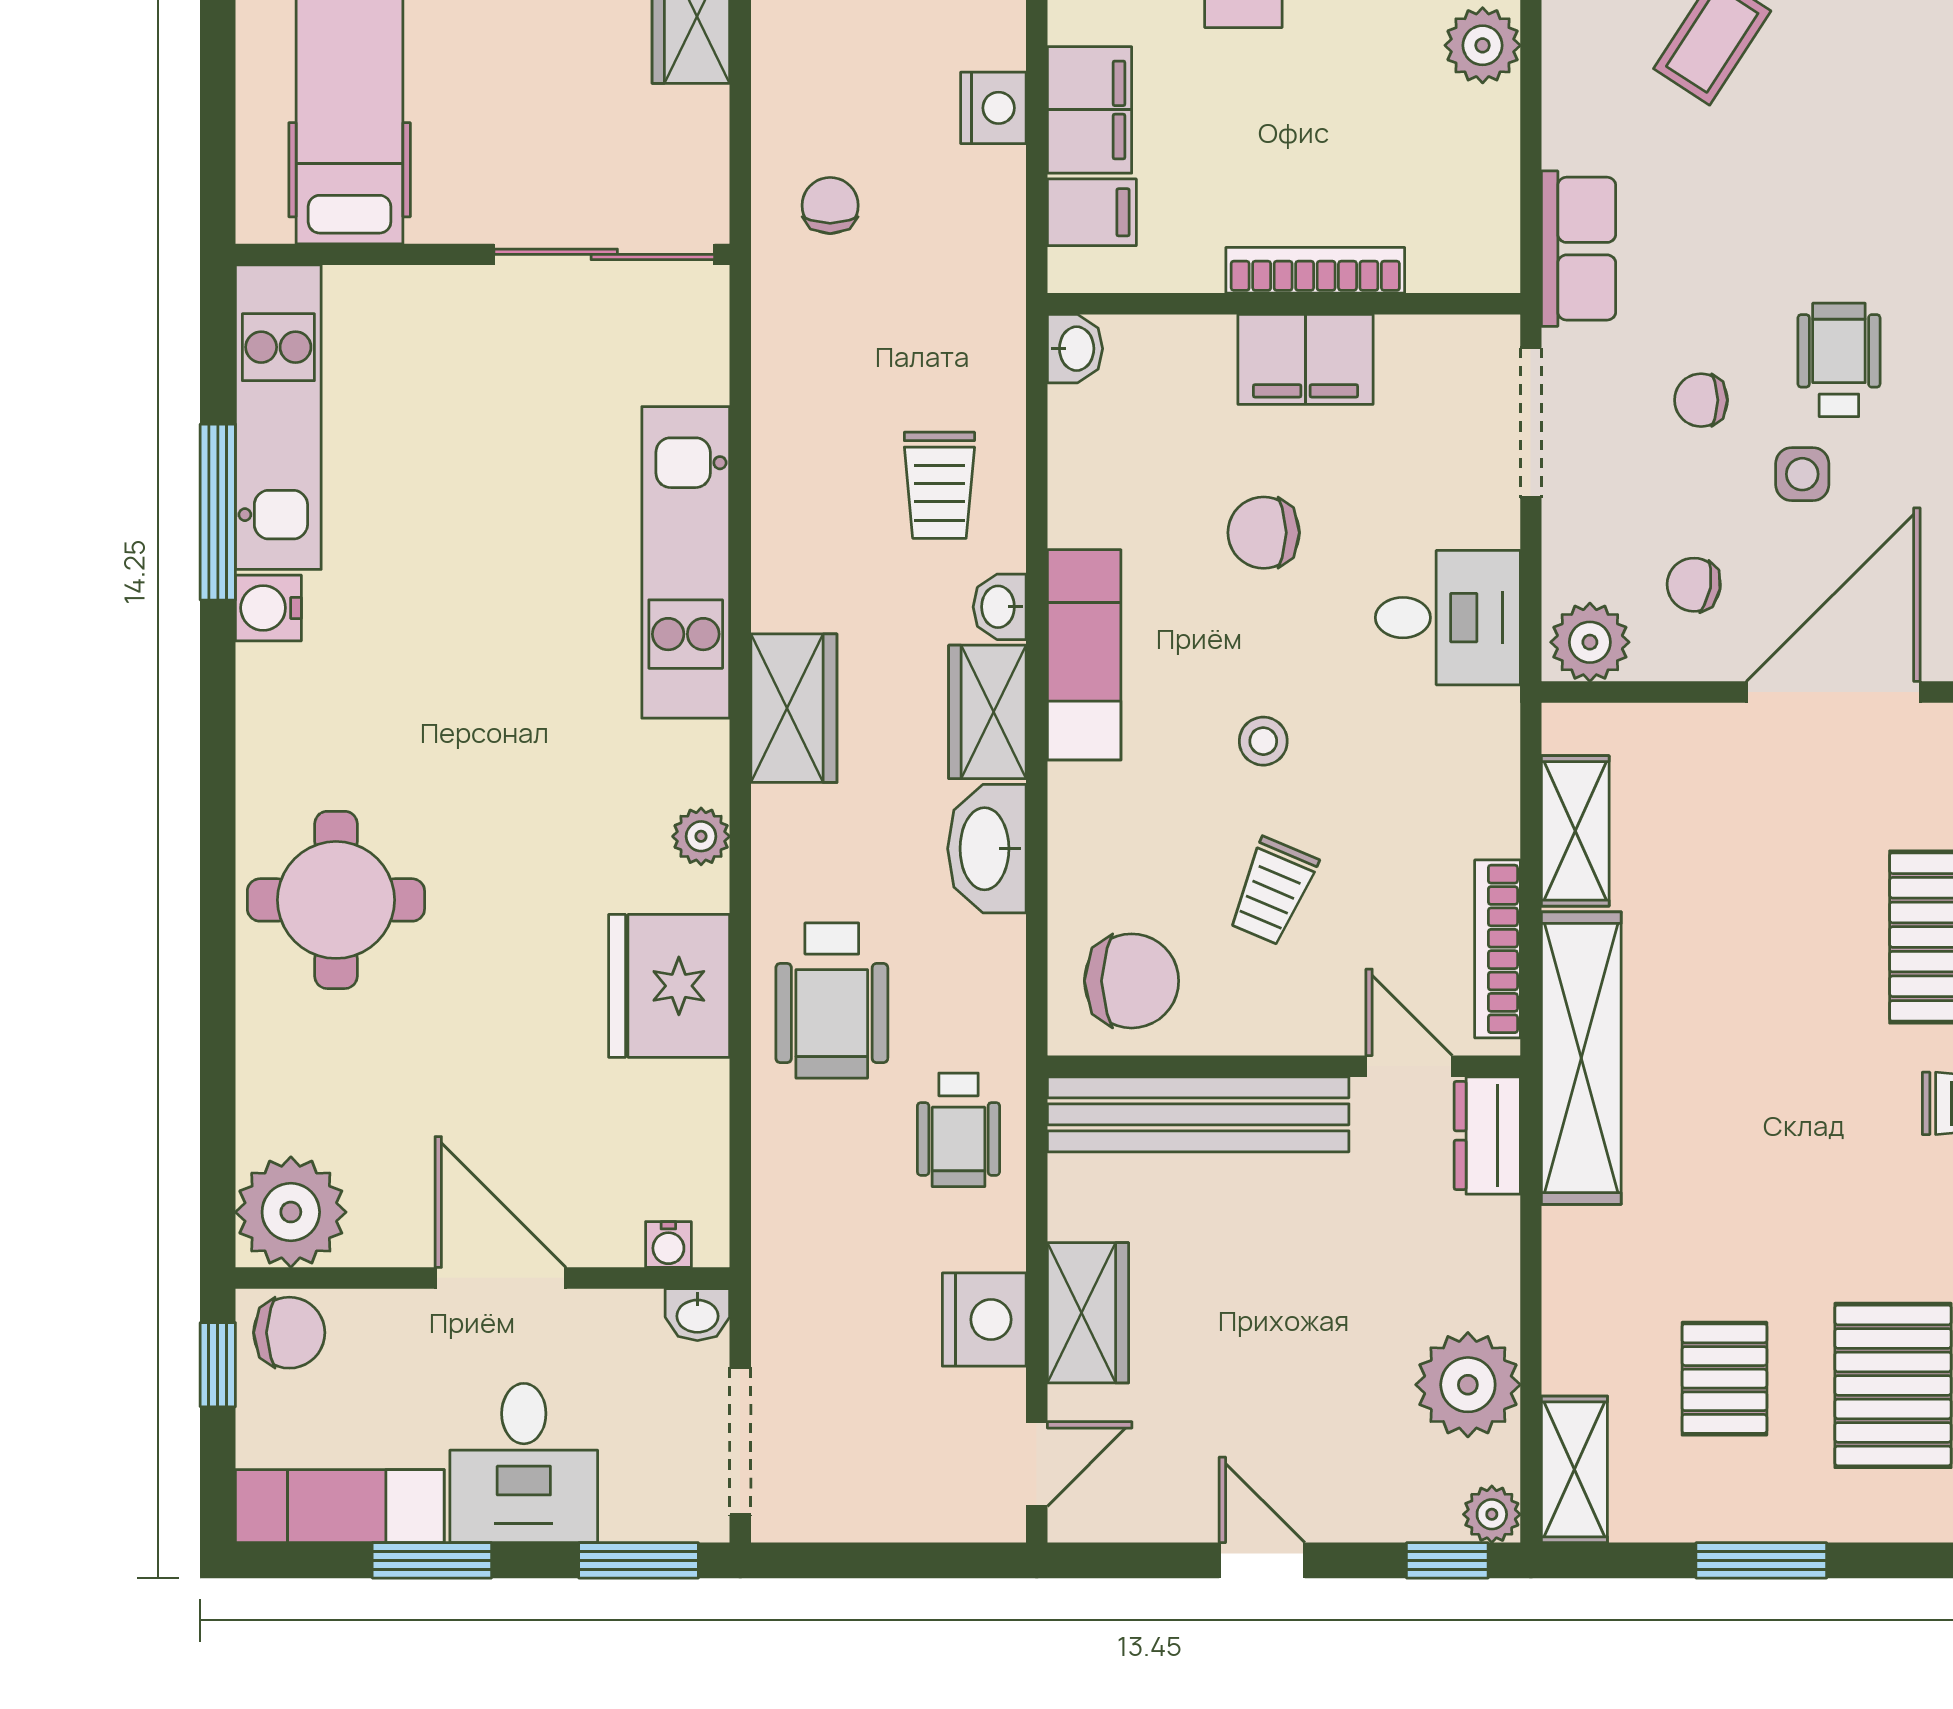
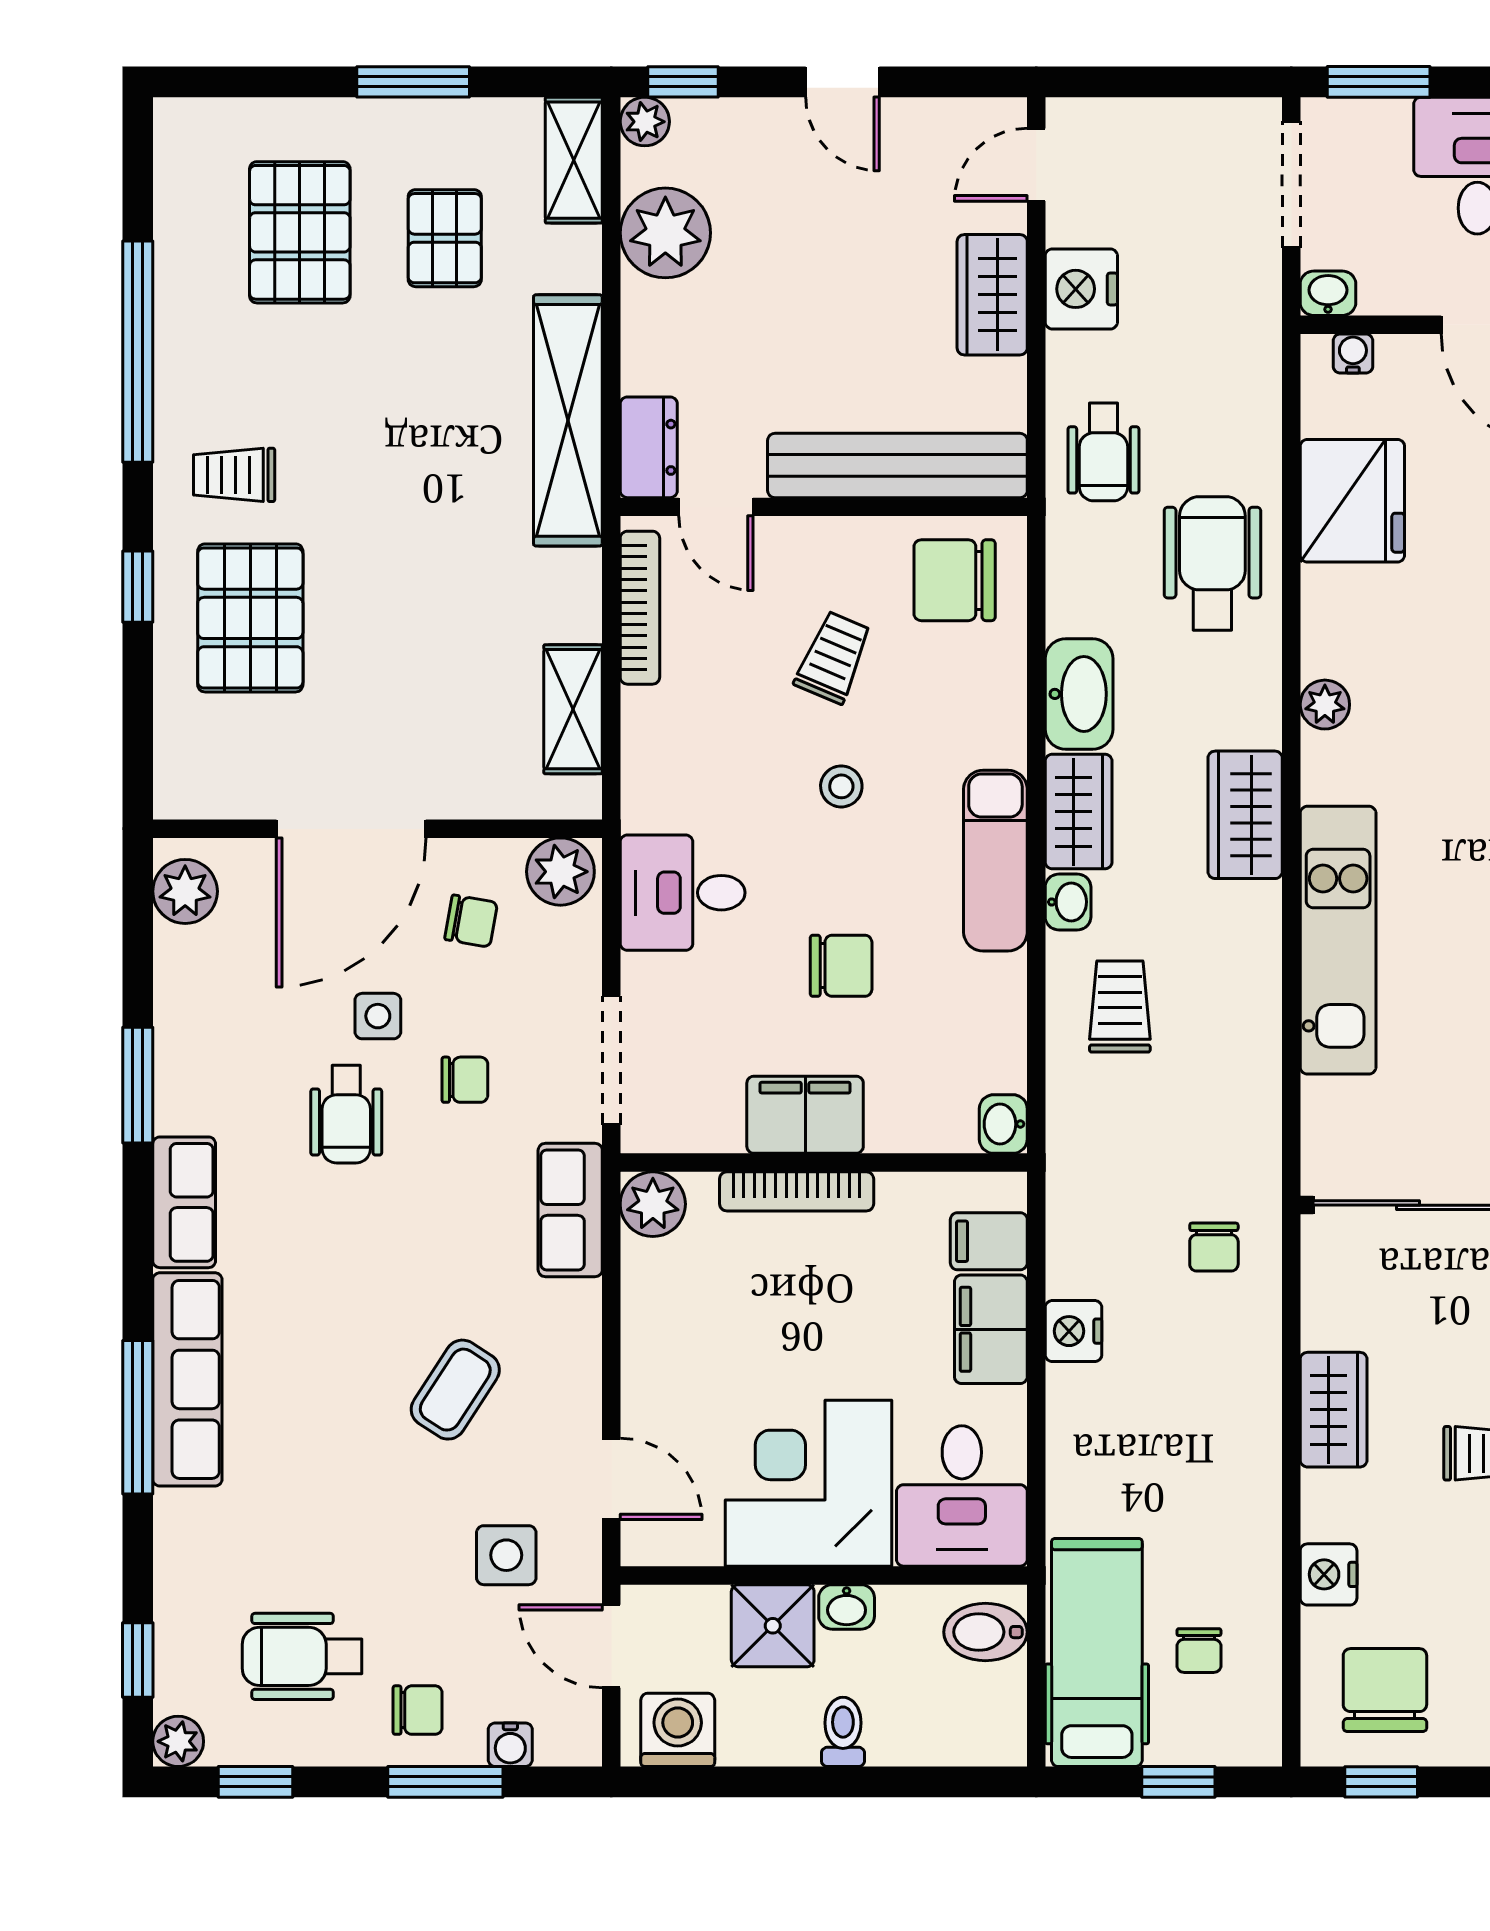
plant: (1483, 45) -> (653, 1204), moved
fridge: (669, 986) -> (1352, 501), moved
shelving: (1581, 1058) -> (568, 420), moved
wheelchair: (958, 1130) -> (1103, 452), turned 180

